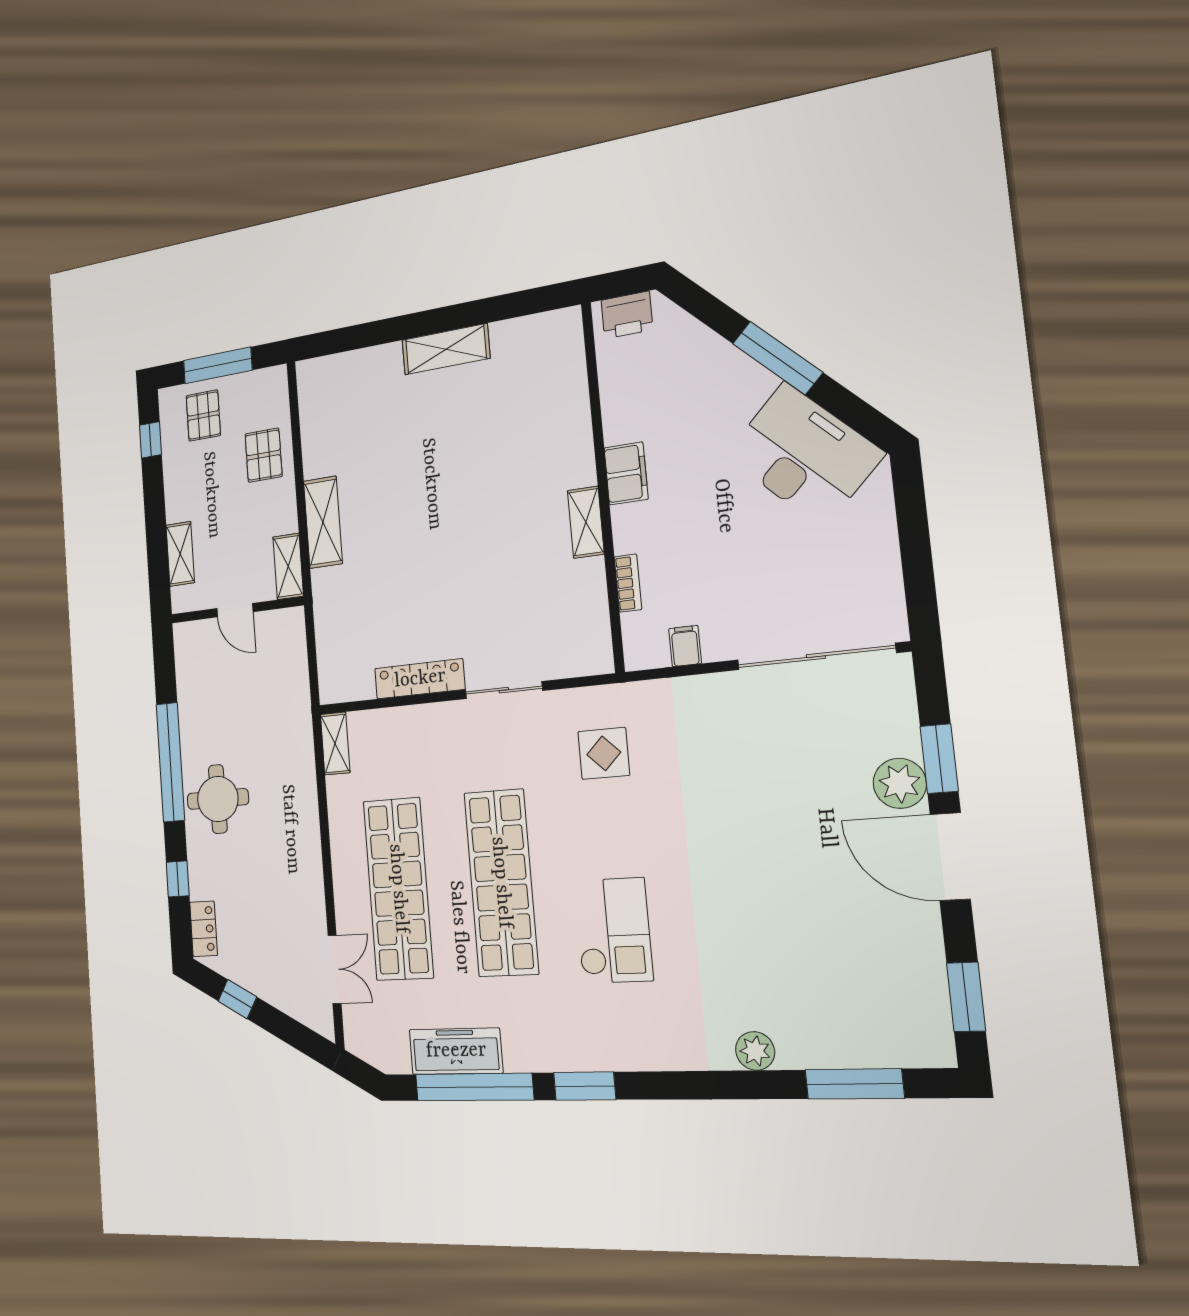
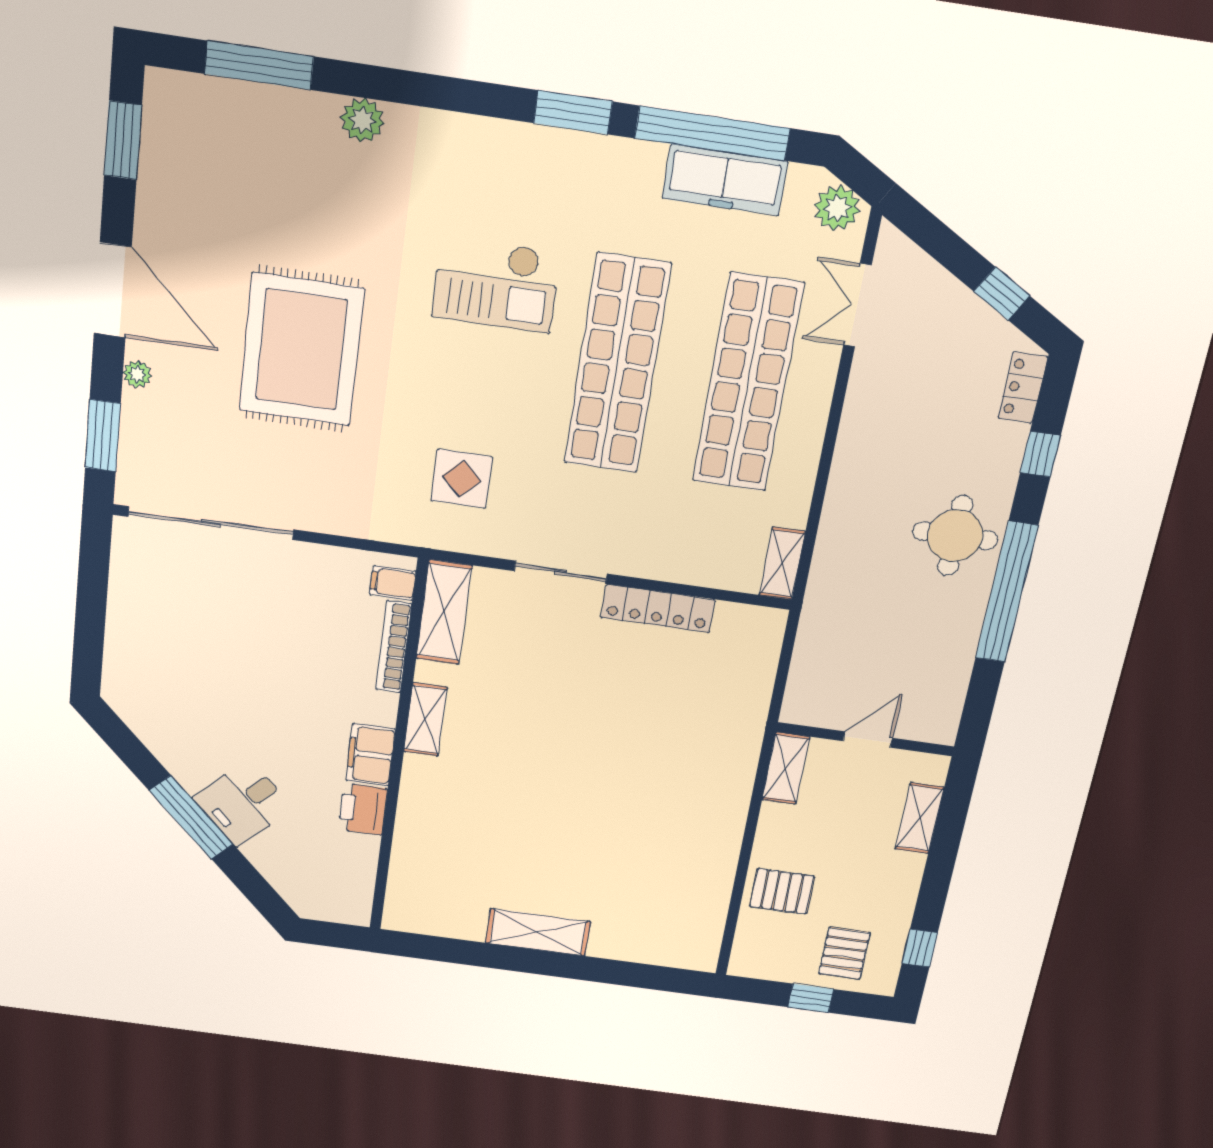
printer: (627, 315) -> (363, 809), moved, turned -90
window: (218, 365) -> (811, 998), width x0.46
pallet: (264, 455) -> (782, 891), turned 90
desk: (804, 455) -> (243, 803), moved, width x0.53, depth x0.77
shelving: (323, 522) -> (444, 612), moved
bookcase: (628, 583) -> (394, 647), width x1.56
door: (235, 610) -> (868, 740), hinge flipped
filing cabinet: (685, 646) -> (393, 583), moved, turned 90
window: (939, 759) -> (103, 436), moved
plant: (900, 783) -> (137, 374), width x0.53, depth x0.53
rug: (766, 838) -> (301, 350), added
checkout: (613, 930) -> (496, 284), turned -90
plant: (369, 1044) -> (837, 208), added

